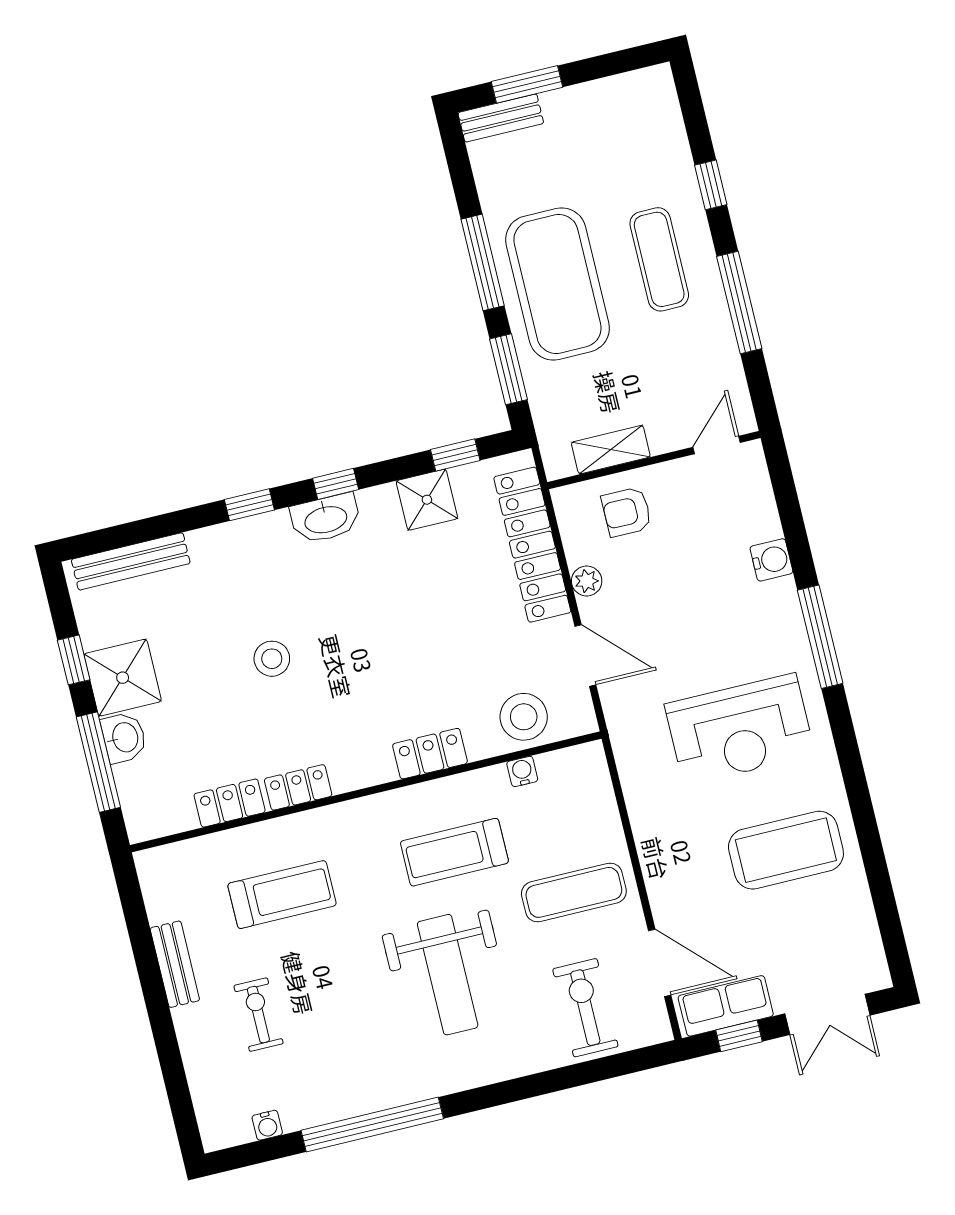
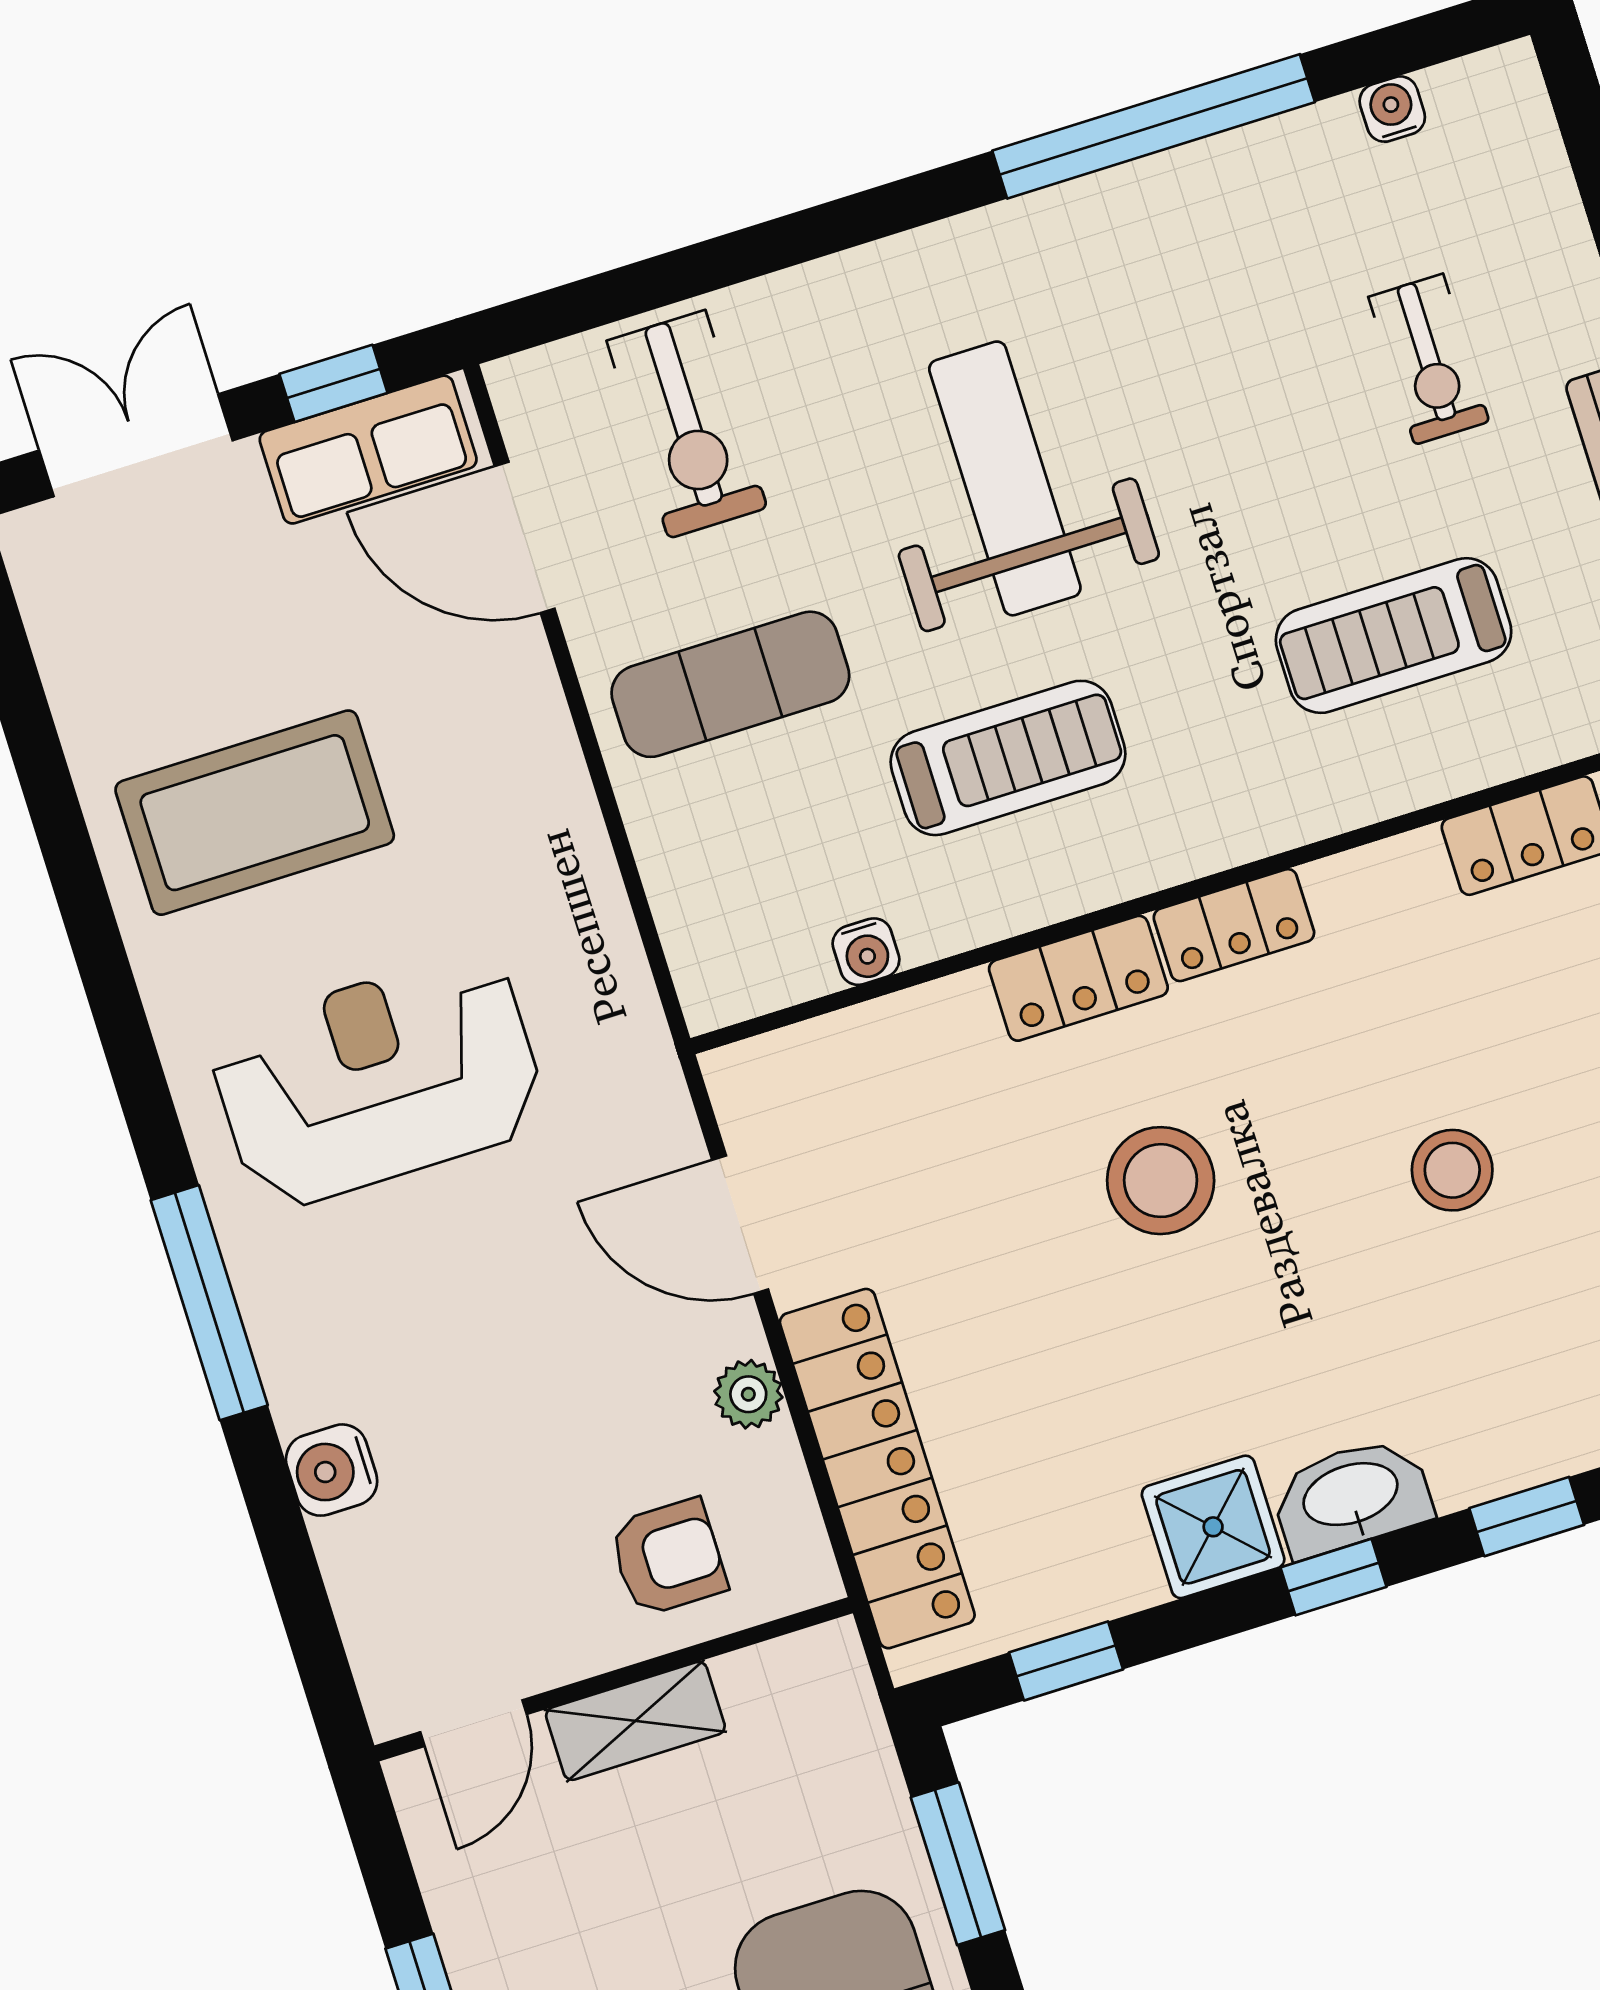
shelving: (611, 450) -> (635, 1721), moved
shower: (427, 500) -> (1213, 1527), moved
stool: (524, 717) -> (1161, 1181), moved
locker: (298, 787) -> (1234, 925), moved

